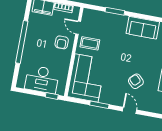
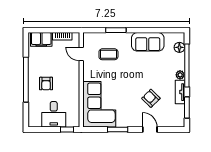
armchair: (62, 42) -> (46, 84), moved
coffee table: (90, 43) -> (108, 54), moved
desk: (42, 79) -> (54, 114), width x0.73

